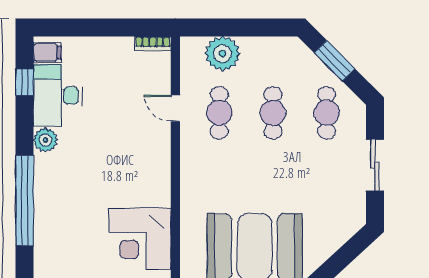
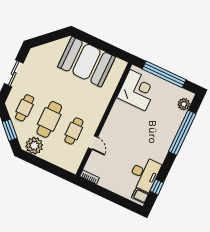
plant: (222, 54) -> (34, 146), moved
cafe table: (273, 113) -> (49, 119), width x1.37, depth x1.35
plant: (45, 140) -> (184, 104), moved

